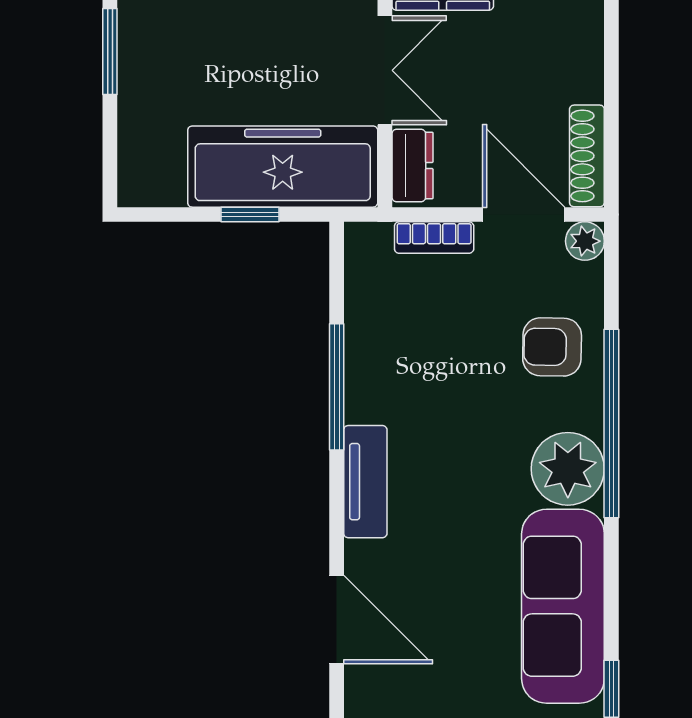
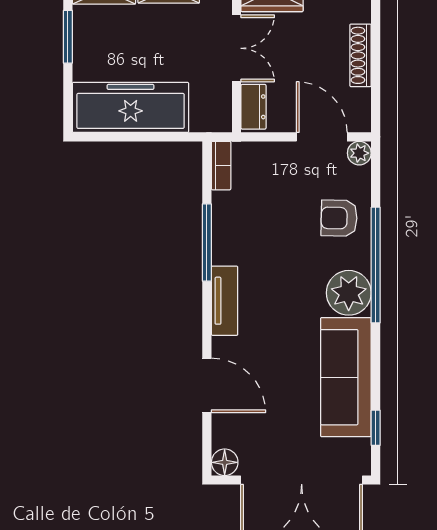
shoe rack: (587, 156) -> (360, 55), moved
freezer: (283, 167) -> (131, 107), moved
window: (250, 214) -> (154, 137), removed
bookcase: (434, 238) -> (221, 166), moved, turned -90

